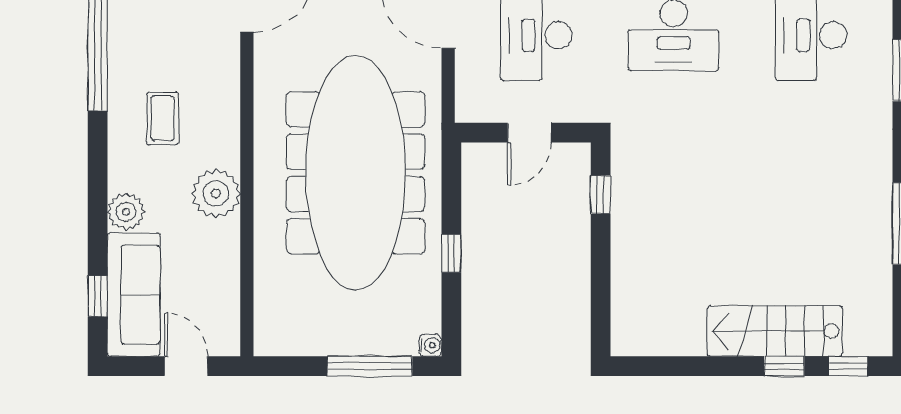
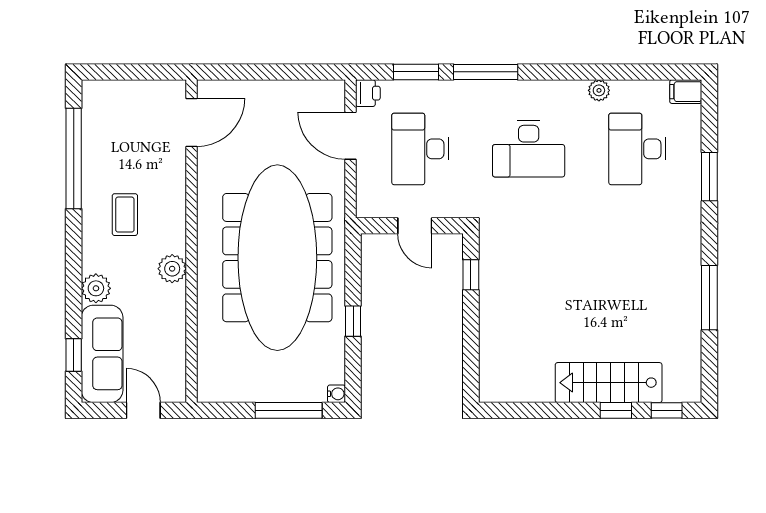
door: (529, 133) -> (415, 226), hinge flipped
plant: (216, 193) -> (172, 269), width x0.73, depth x0.73

